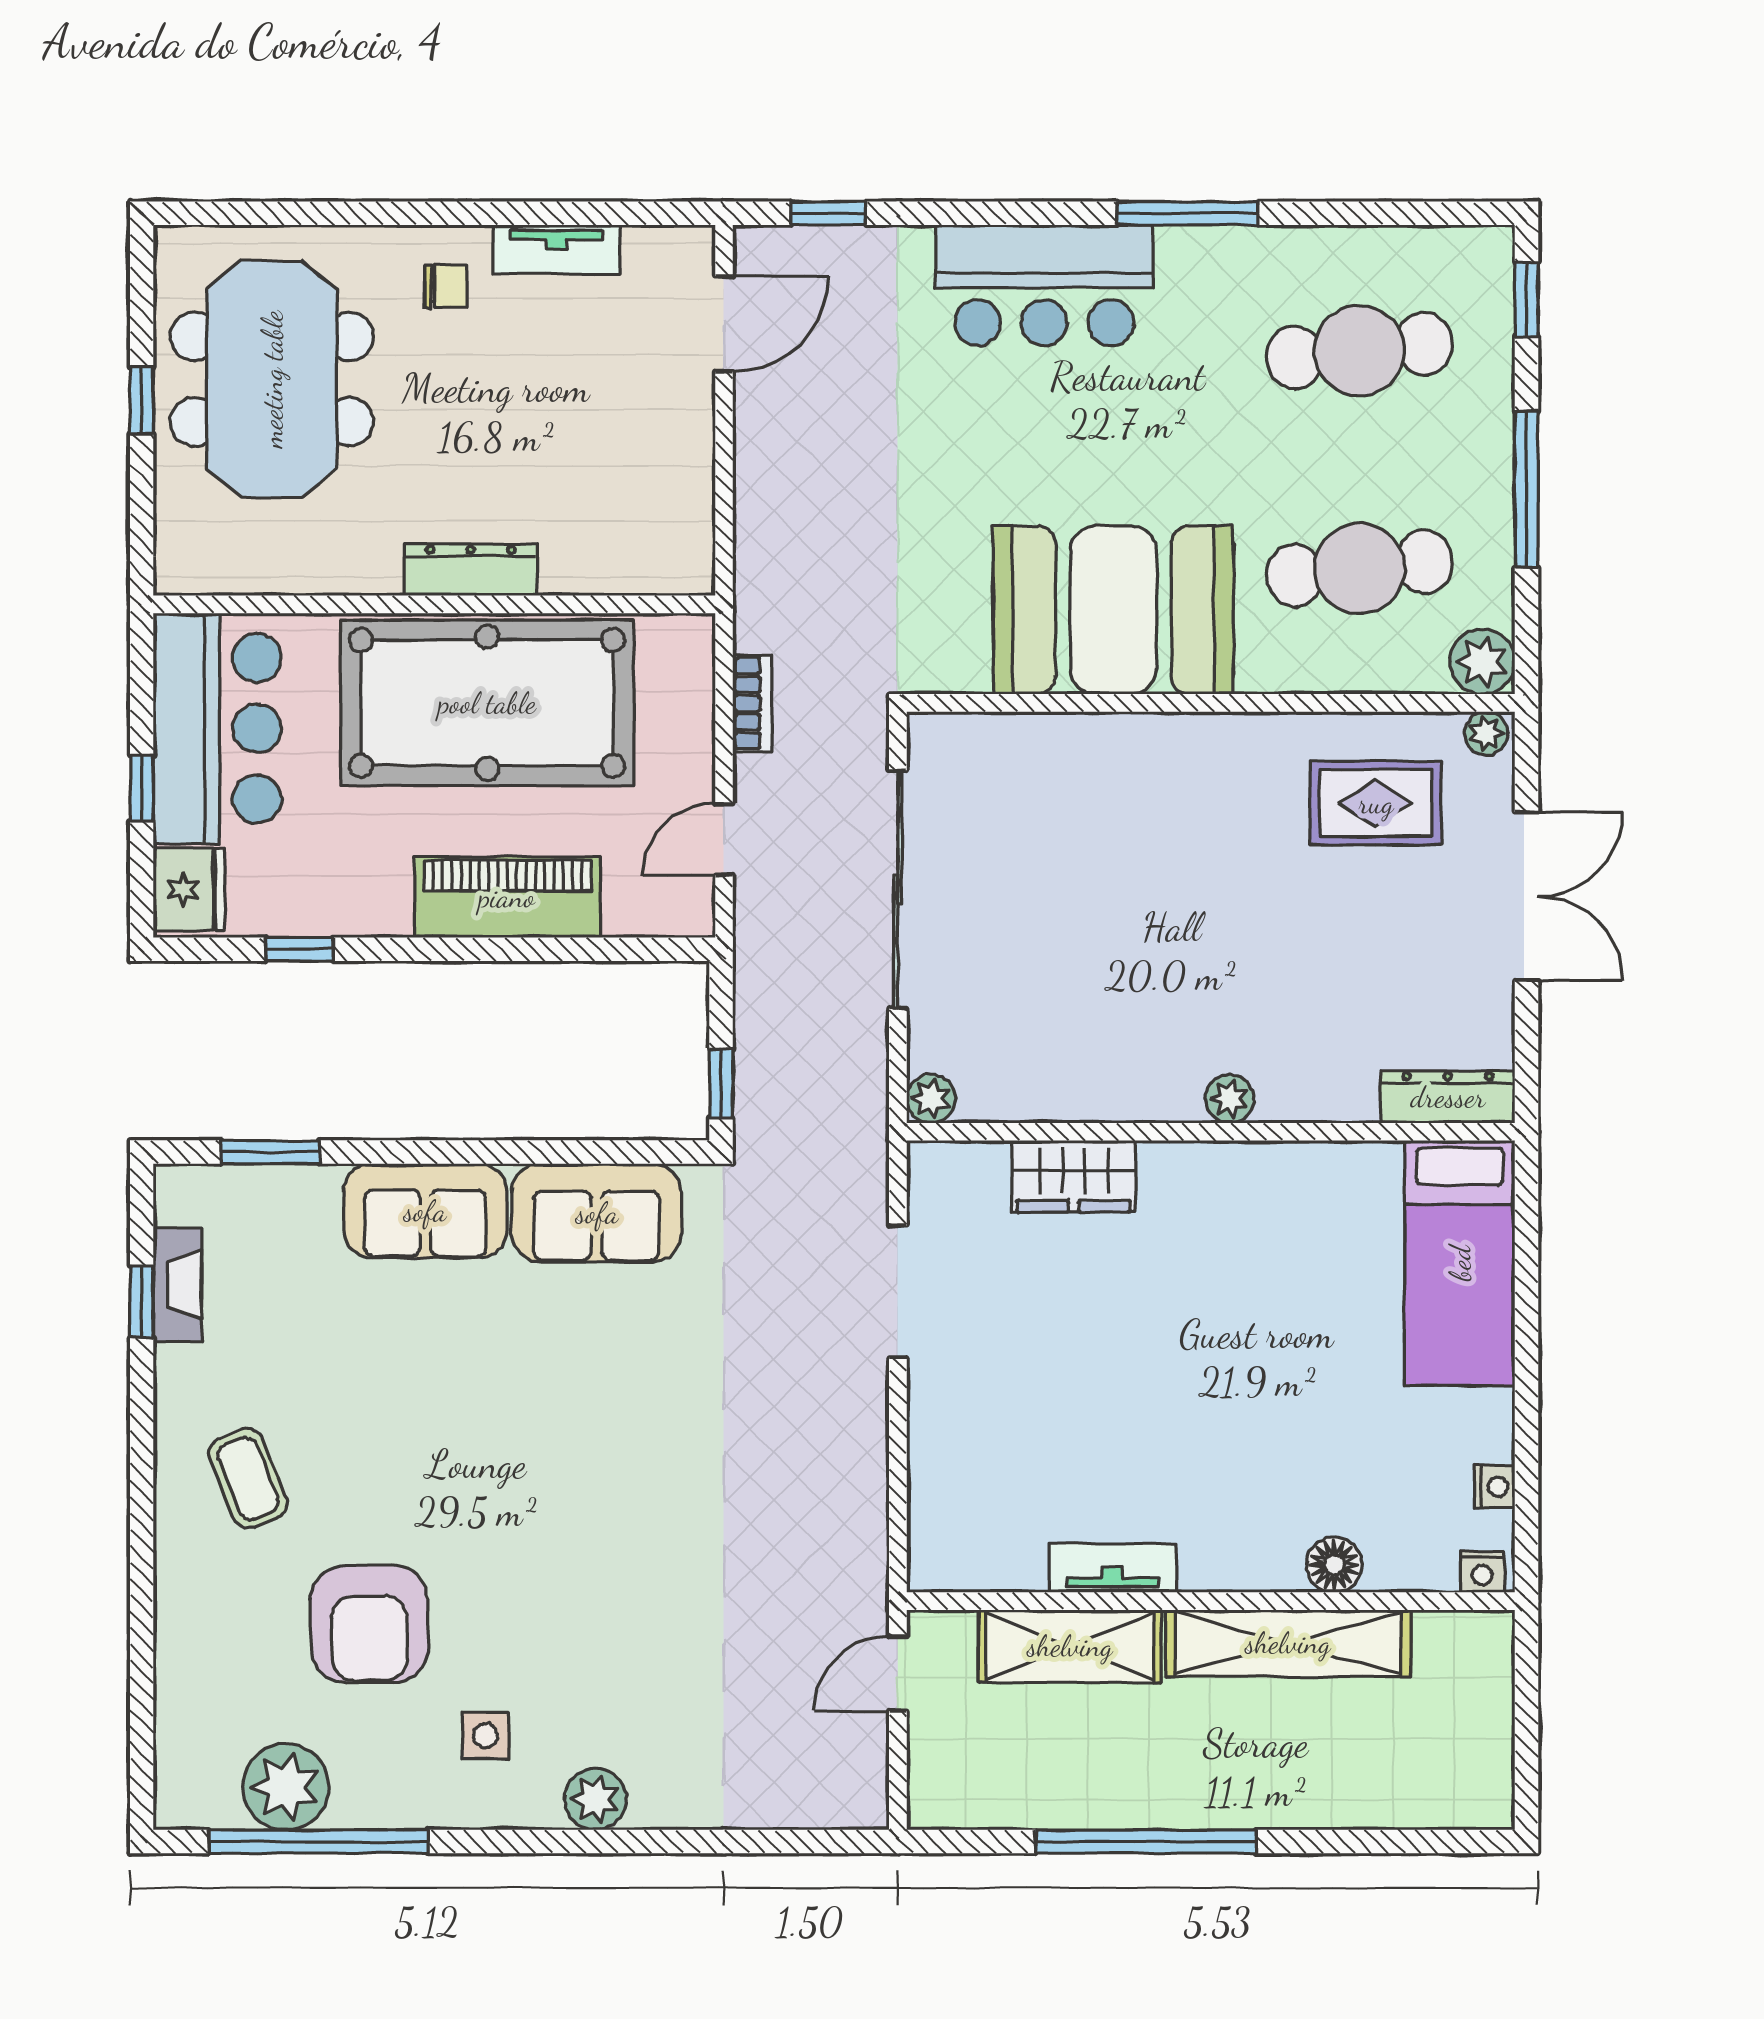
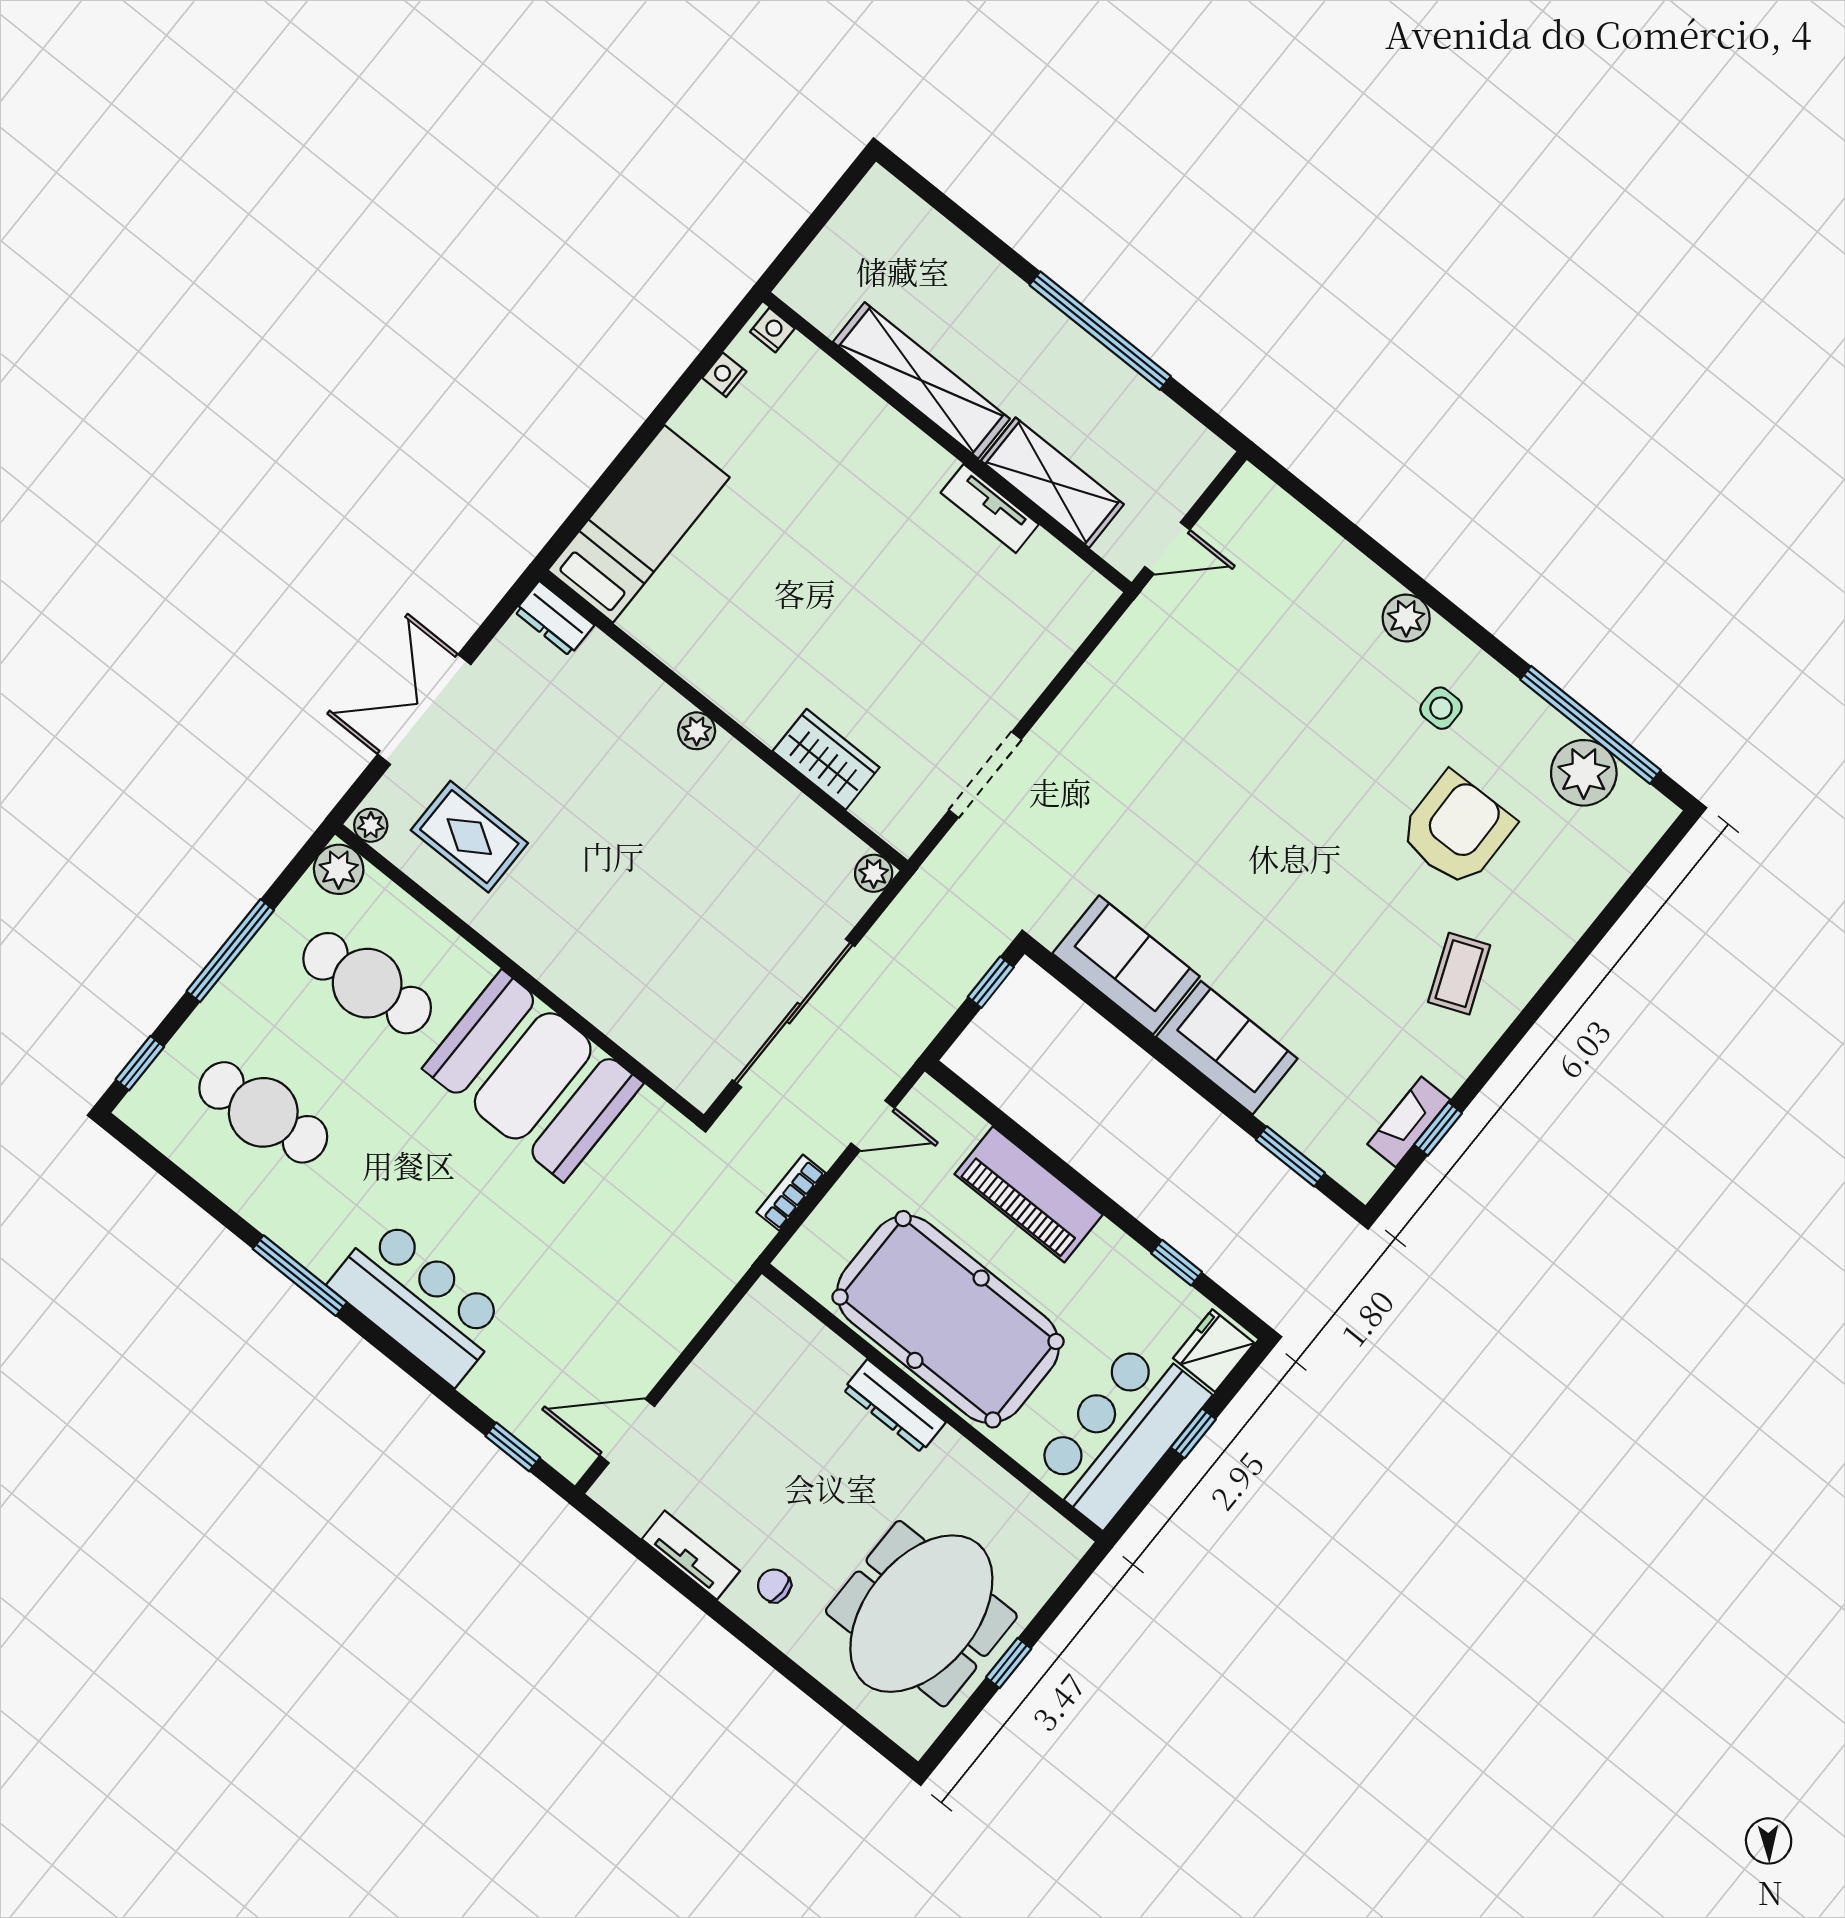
dresser: (1448, 1097) -> (554, 618), width x0.70
floor lamp: (1334, 1565) -> (857, 405), removed

